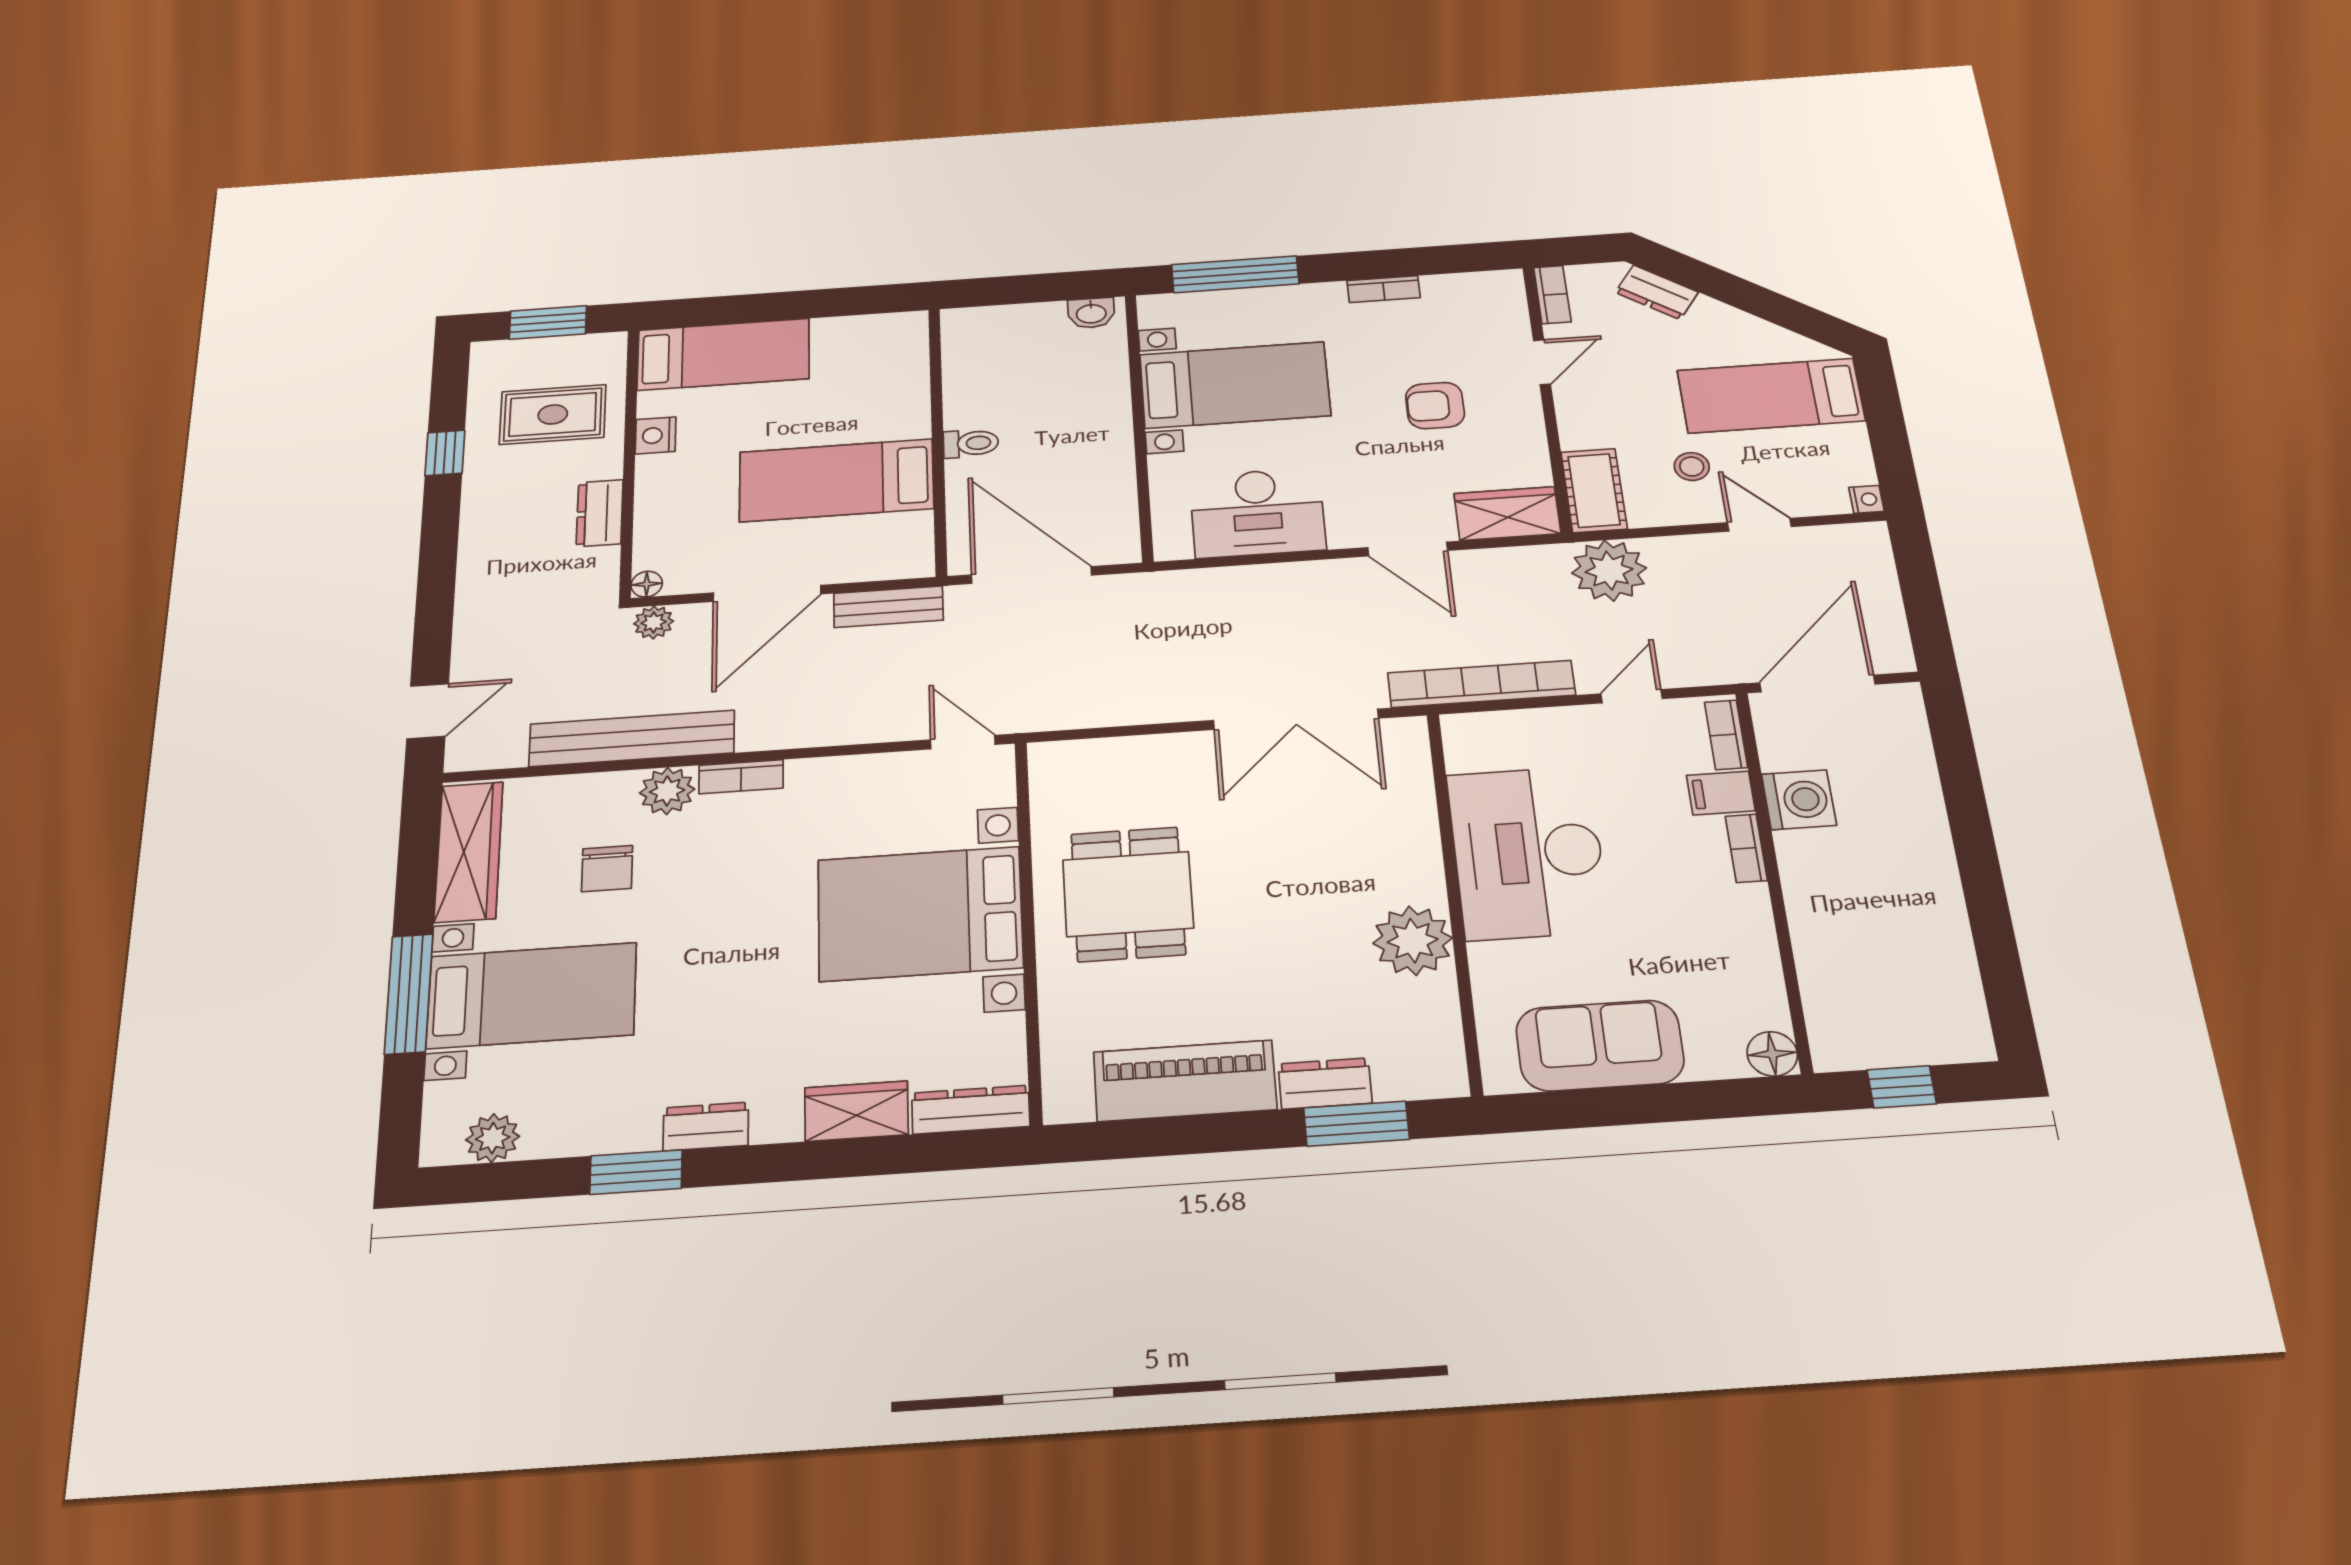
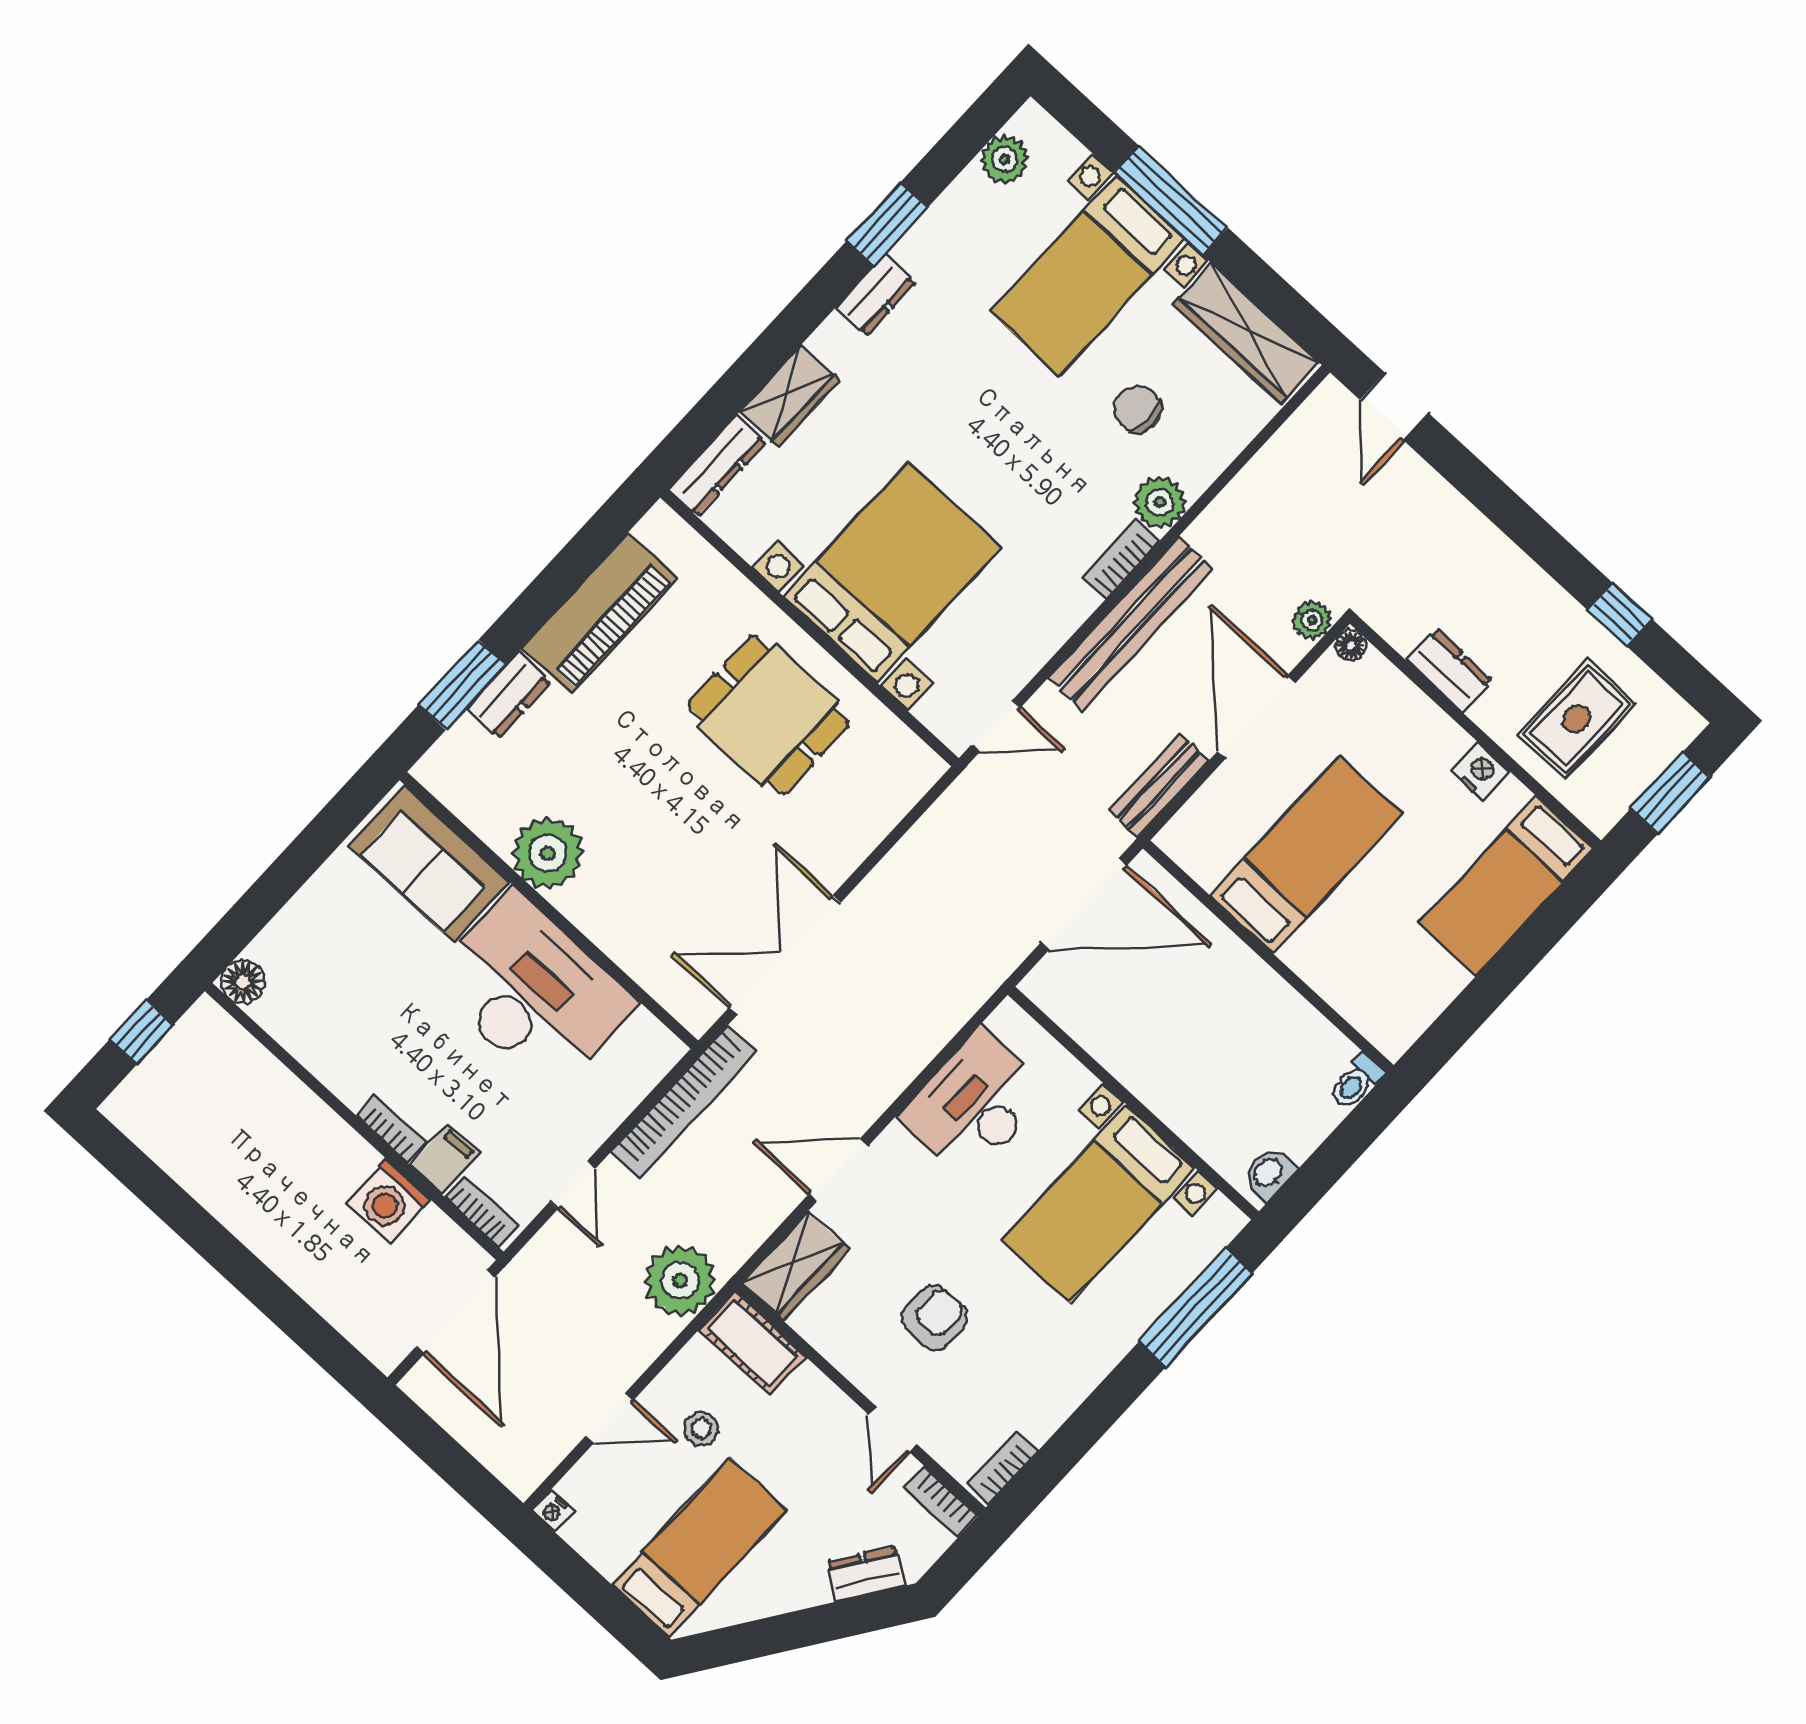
bookcase: (1384, 289) -> (1003, 1468), moved
toilet: (971, 443) -> (1356, 1082), moved
bench: (632, 738) -> (1131, 624), moved
sofa: (1600, 1046) -> (430, 864), moved, turned 90

